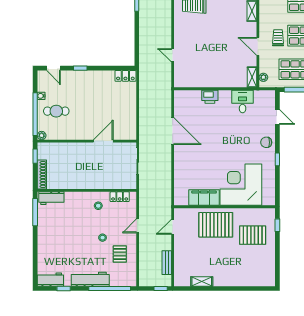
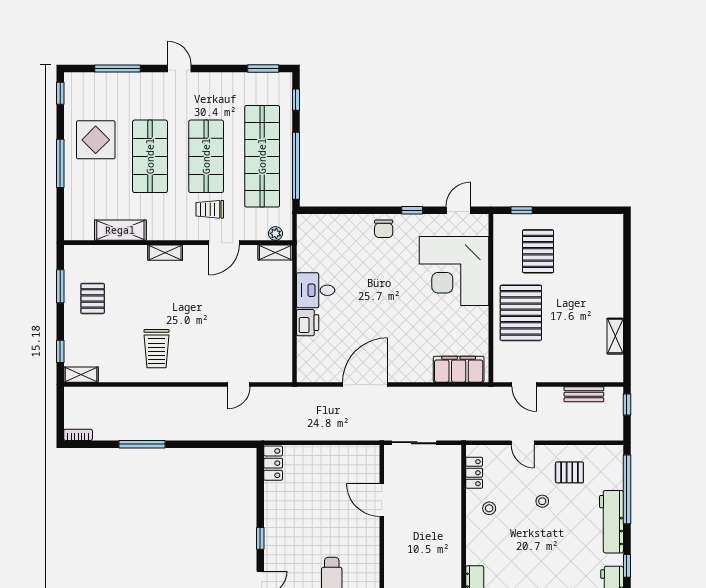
desk: (243, 101) -> (316, 290), moved
door: (277, 117) -> (458, 210), moved
filing cabinet: (204, 198) -> (459, 369), moved, turned 90

